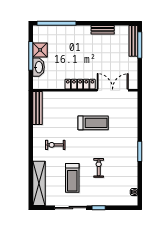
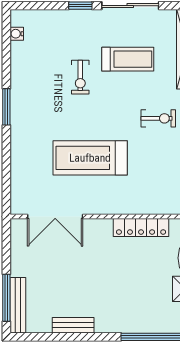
locker: (80, 84) -> (141, 227), moved
treadmill: (93, 123) -> (90, 158), width x1.37, depth x1.38
treadmill: (72, 178) -> (128, 59), turned 90

